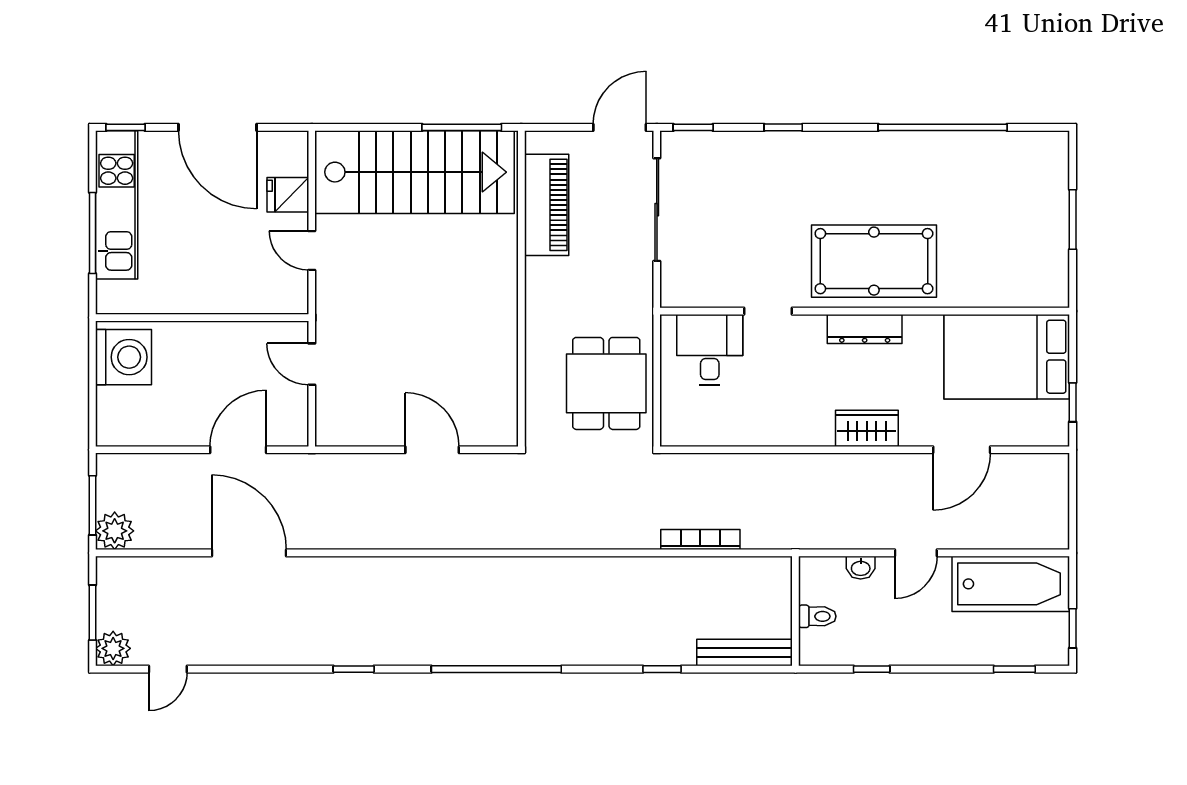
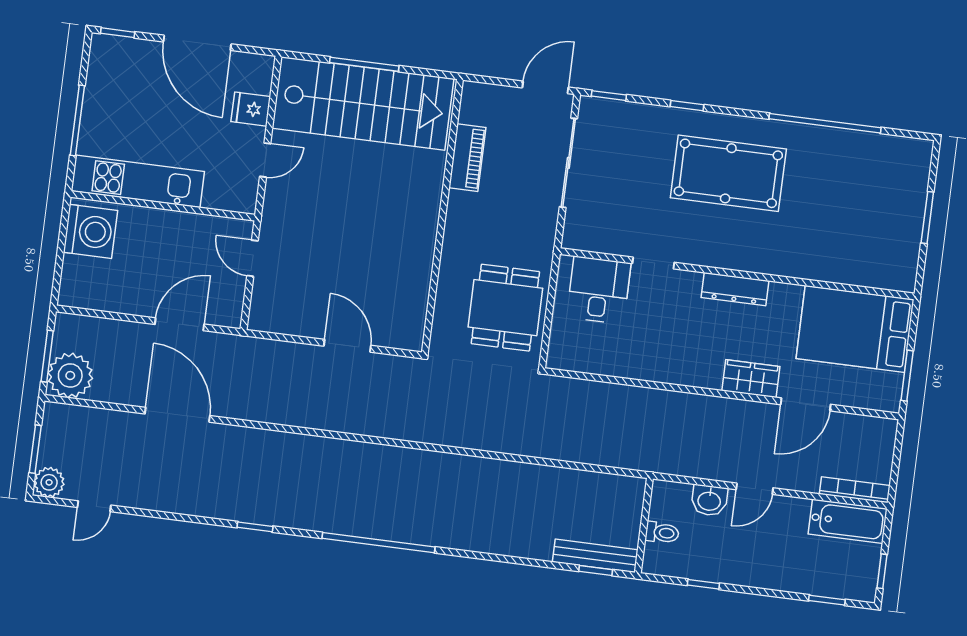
window: (462, 127) -> (364, 64), moved
kitchen unit: (117, 205) -> (138, 181), moved, turned -90
piano: (547, 205) -> (467, 158), width x0.73, depth x0.75
door: (312, 251) -> (265, 160), swing flipped
pool table: (874, 261) -> (728, 173), moved
window: (1073, 402) -> (907, 376), width x1.50
wardrobe: (867, 428) -> (751, 379), moved
plant: (115, 531) -> (70, 375), width x1.36, depth x1.36
bookcase: (700, 540) -> (855, 490), moved
washbasin: (861, 568) -> (709, 500), width x1.38, depth x1.45
bathtub: (1011, 584) -> (848, 521), width x0.73, depth x0.73
window: (662, 669) -> (596, 570), moved

